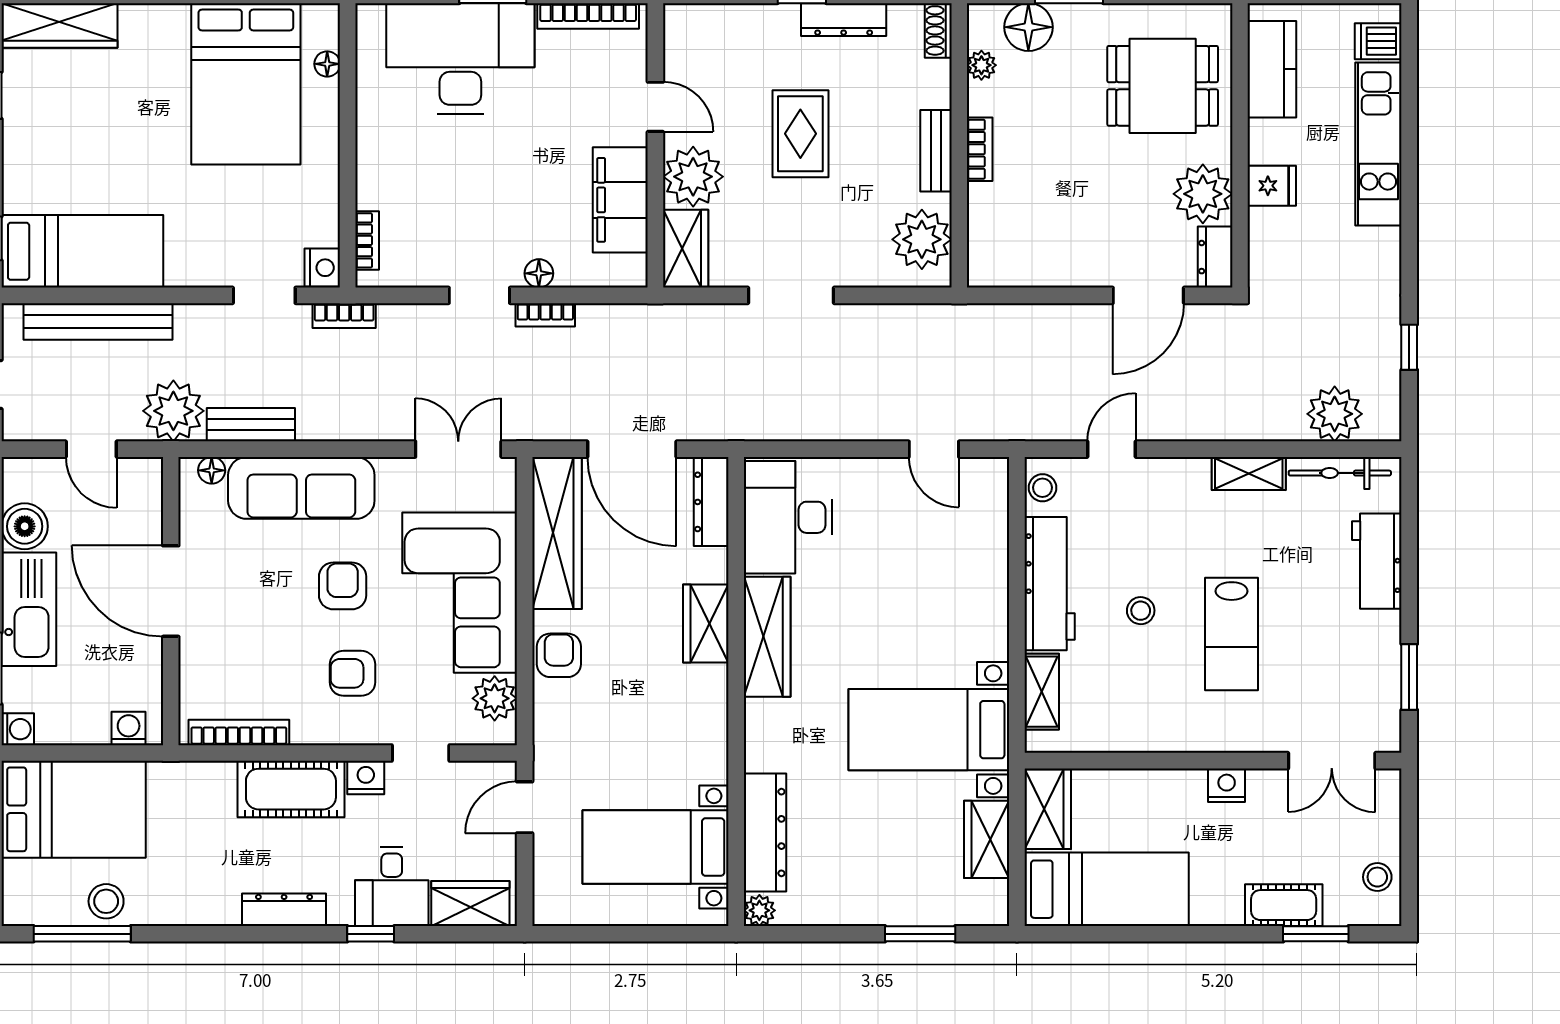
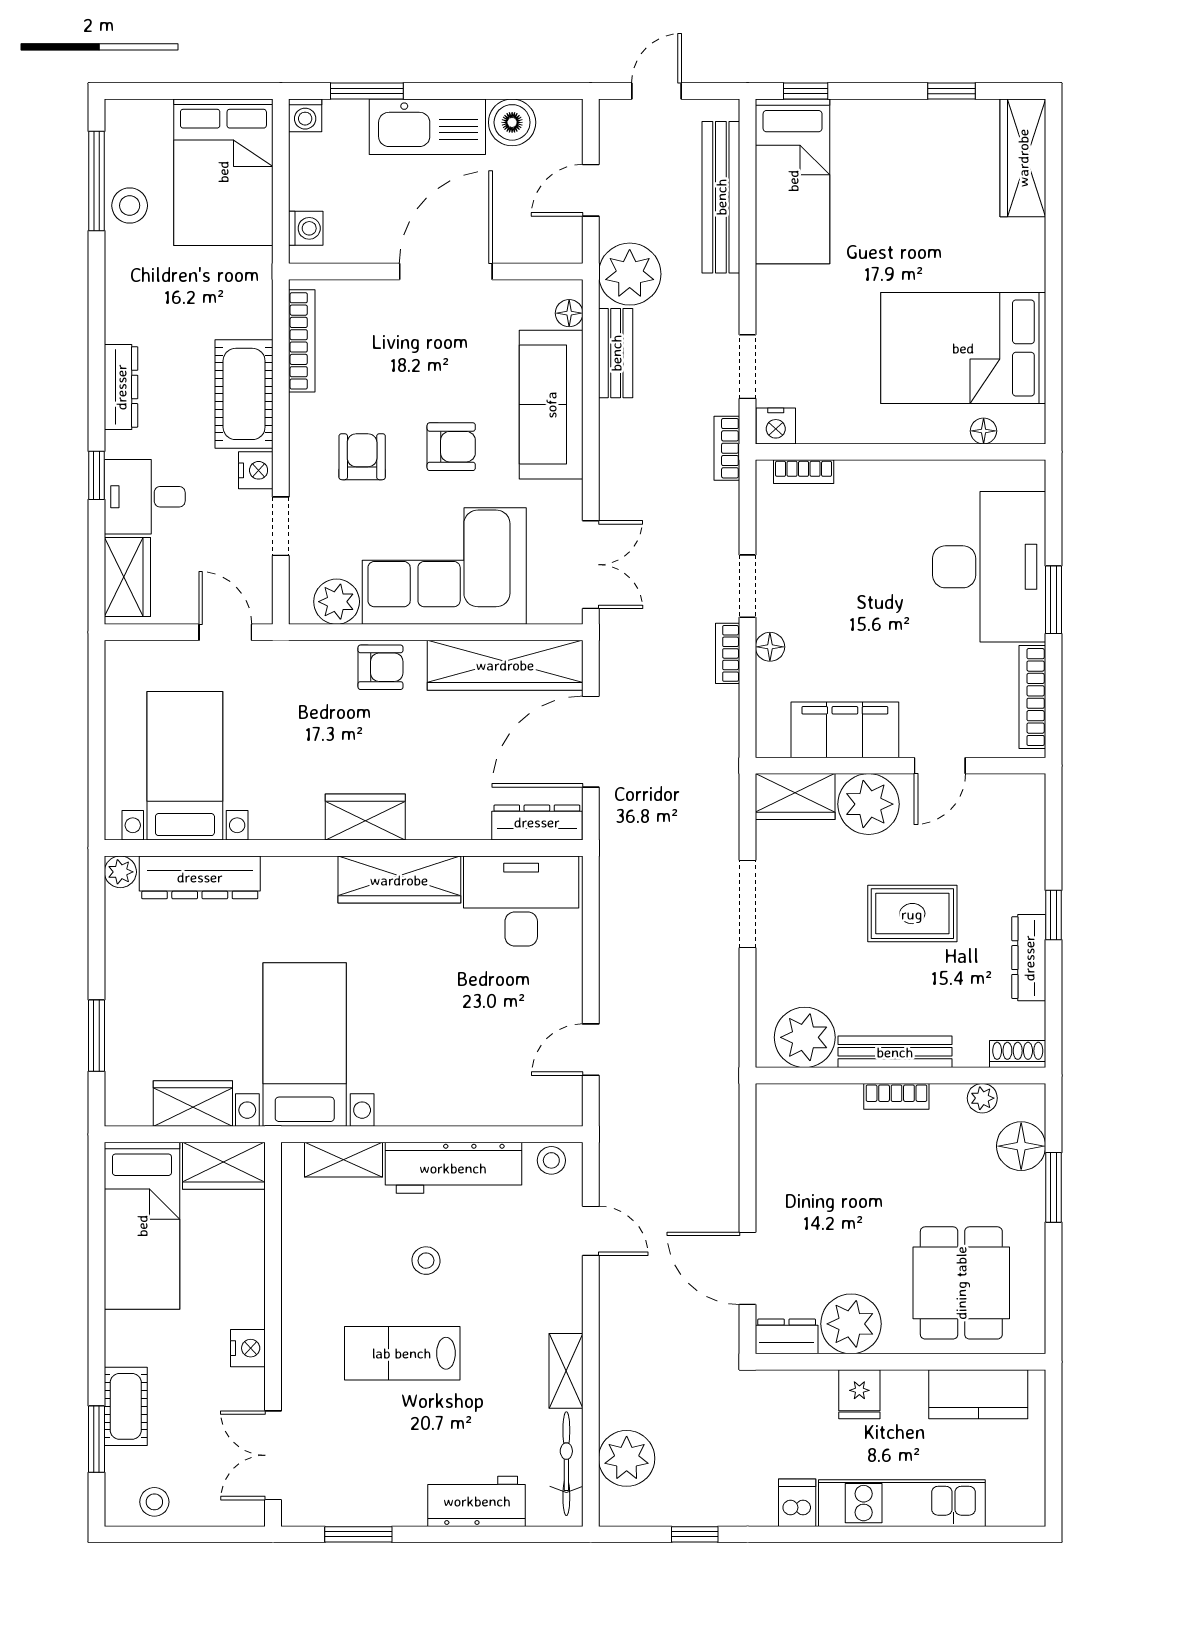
dishwasher: (1378, 41) -> (797, 1503), moved
bench: (936, 151) -> (895, 1052), width x1.36
wardrobe: (706, 624) -> (365, 817), moved

